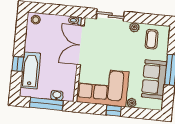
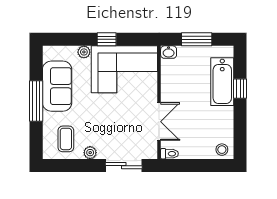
double door: (81, 45) -> (159, 122), width x0.73
washbasin: (57, 95) -> (169, 52), moved
window: (46, 104) -> (197, 39), width x0.69

